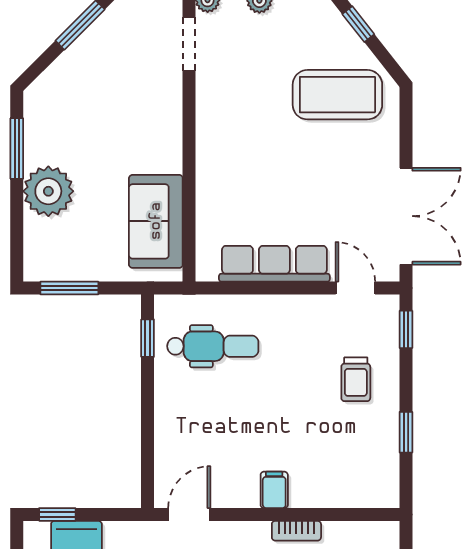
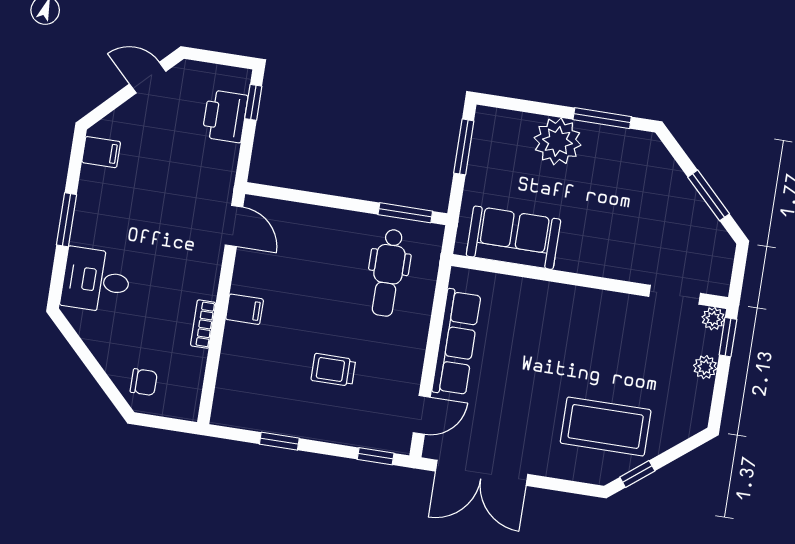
window: (358, 24) -> (637, 474), moved
coffee table: (337, 95) -> (606, 426), turned 90
window: (148, 338) -> (405, 213), width x1.50
trolley: (356, 379) -> (333, 370), moved

